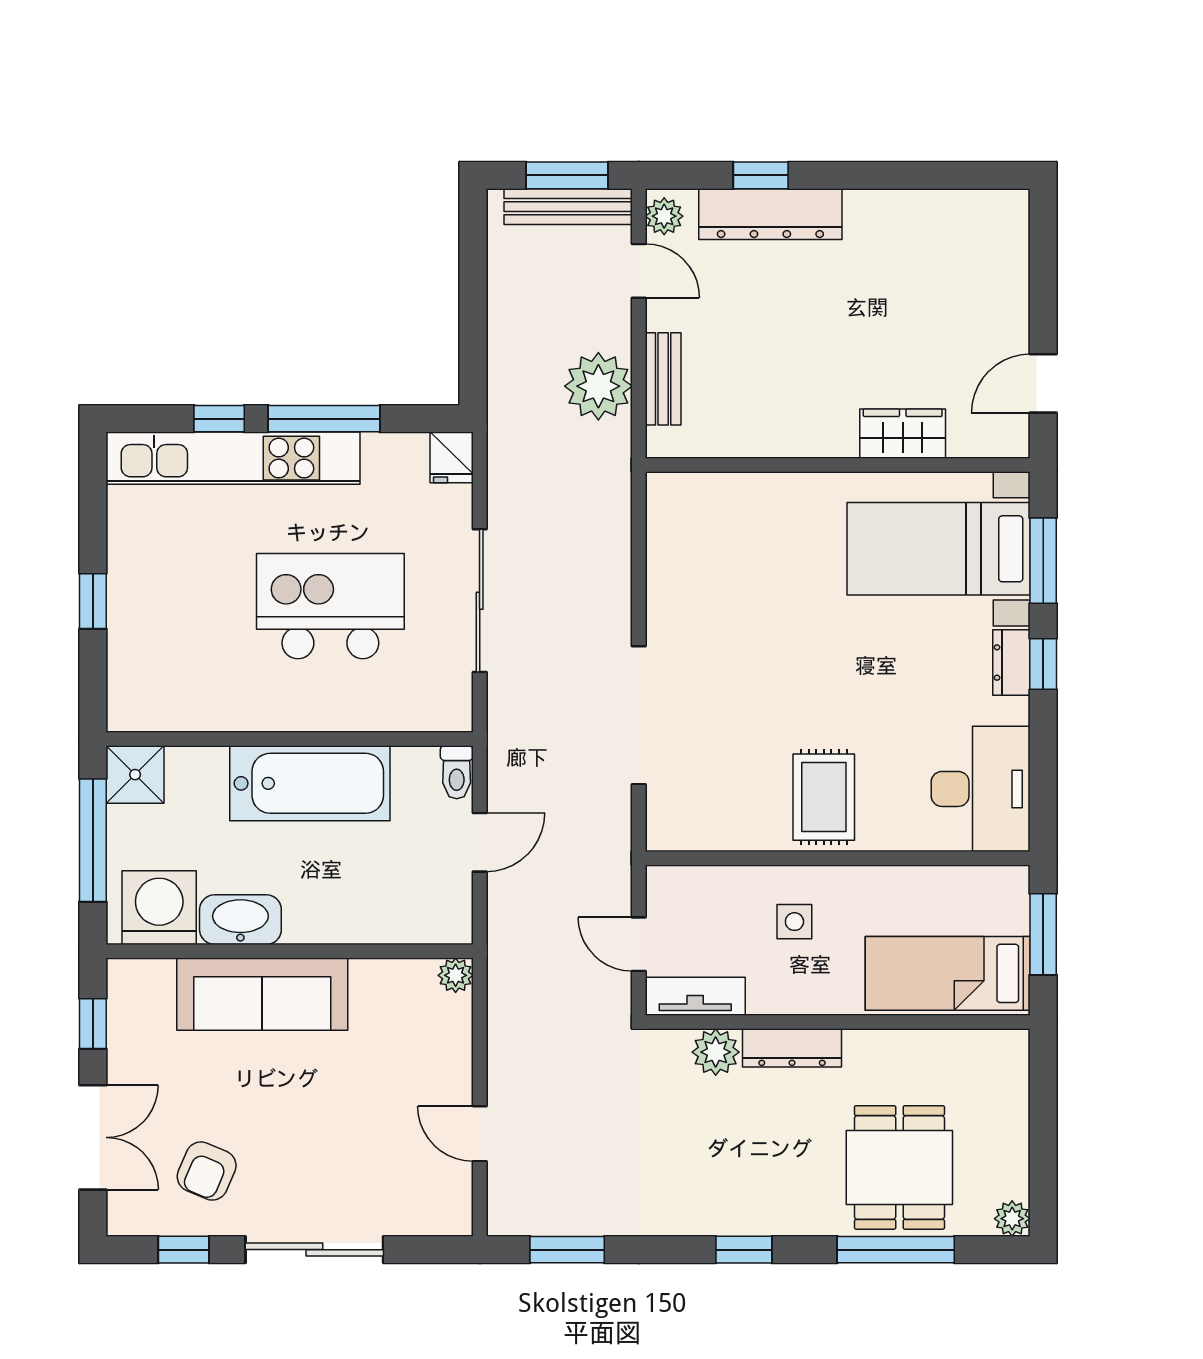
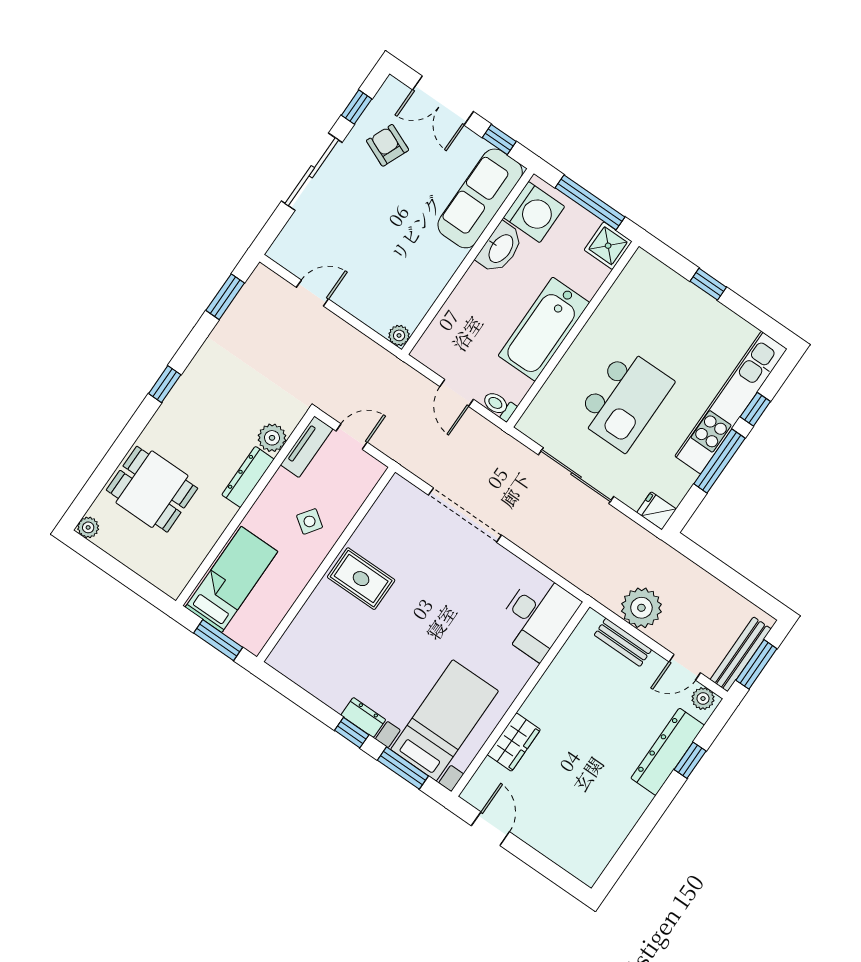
desk: (981, 789) -> (537, 616), moved, turned -90
side table: (794, 922) -> (310, 521), turned 35
sofa: (262, 994) -> (480, 198), moved
window: (896, 1250) -> (113, 459), removed

